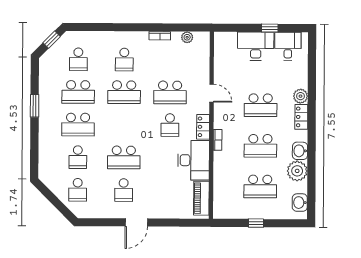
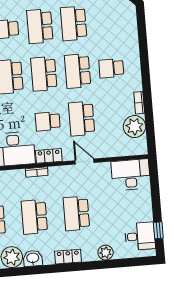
window: (270, 28) -> (158, 230), moved
plant: (187, 37) -> (134, 127), width x1.87, depth x1.87
desk: (256, 46) -> (131, 175), moved, turned -90
school desk: (78, 59) -> (44, 74), moved, width x1.85
door: (212, 93) -> (85, 162), swing flipped
plant: (301, 96) -> (106, 253), moved

